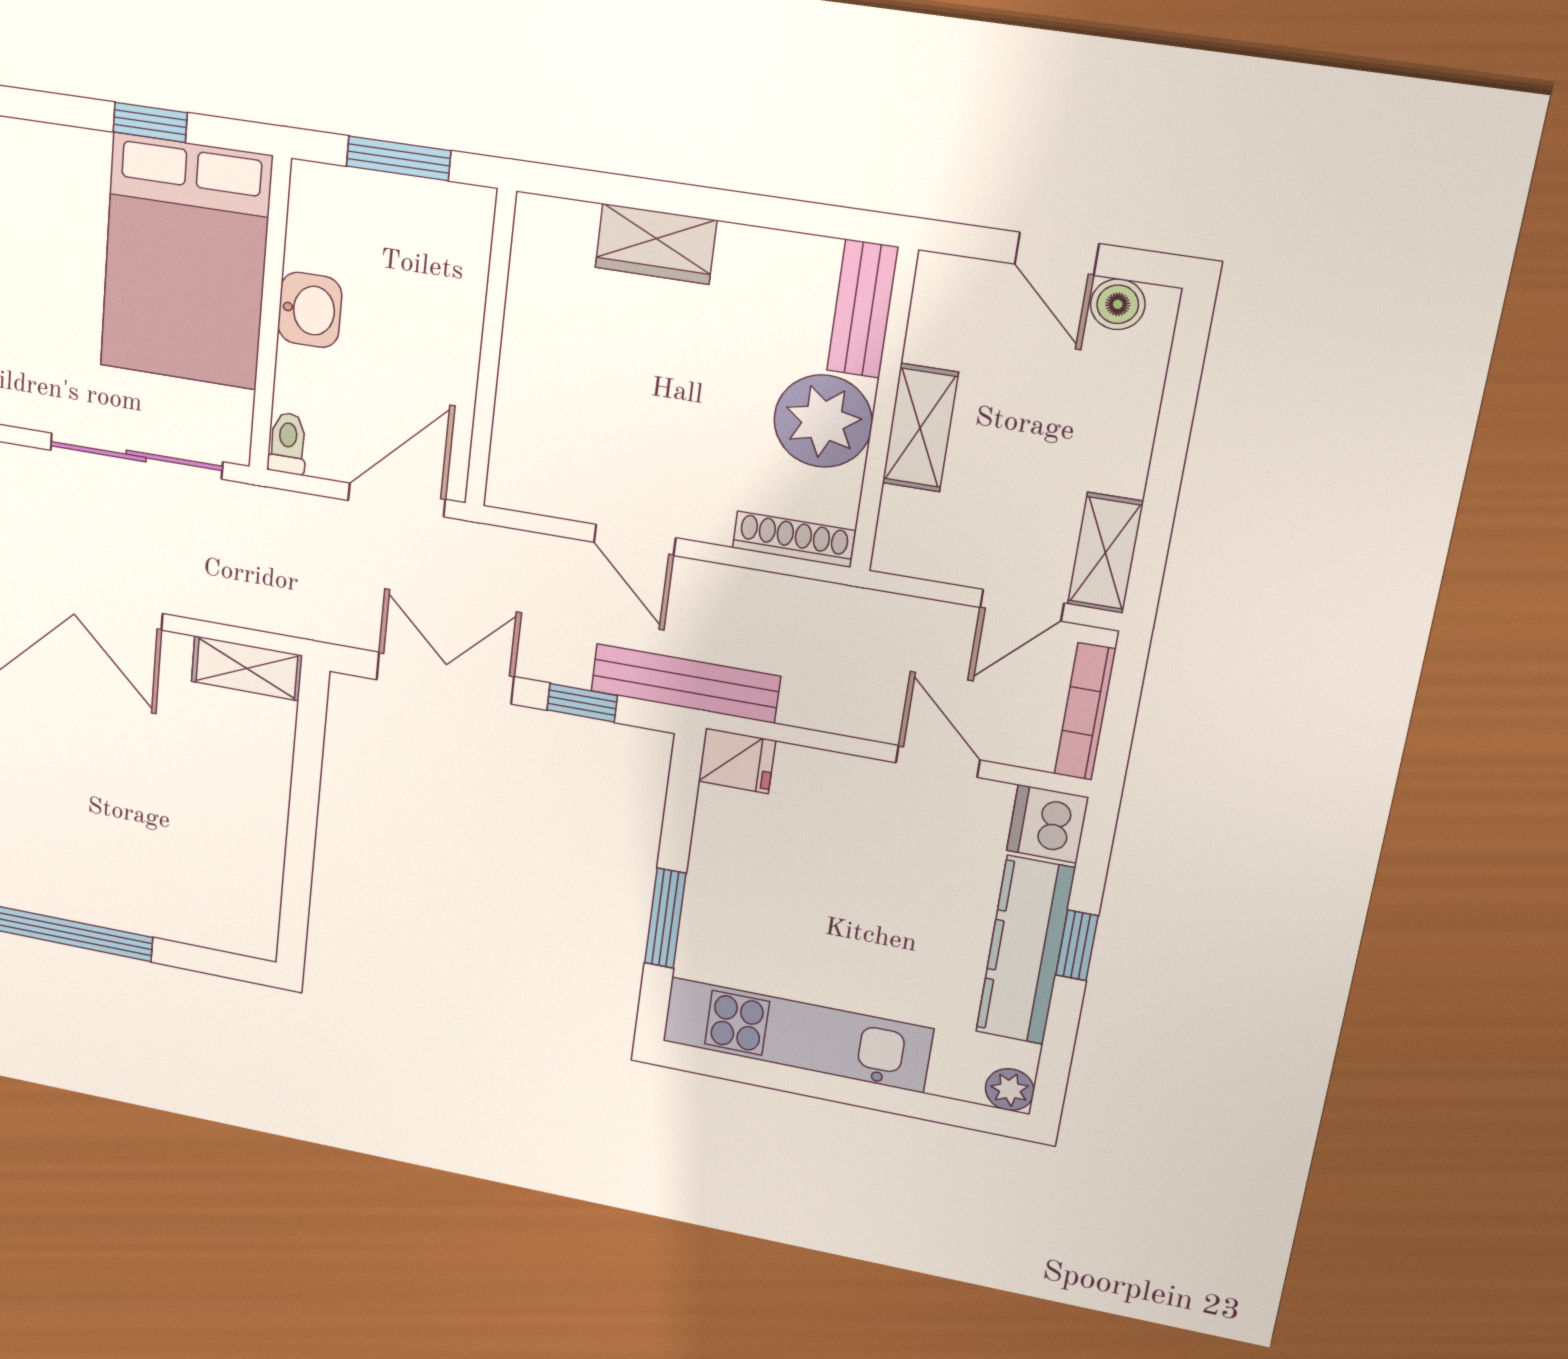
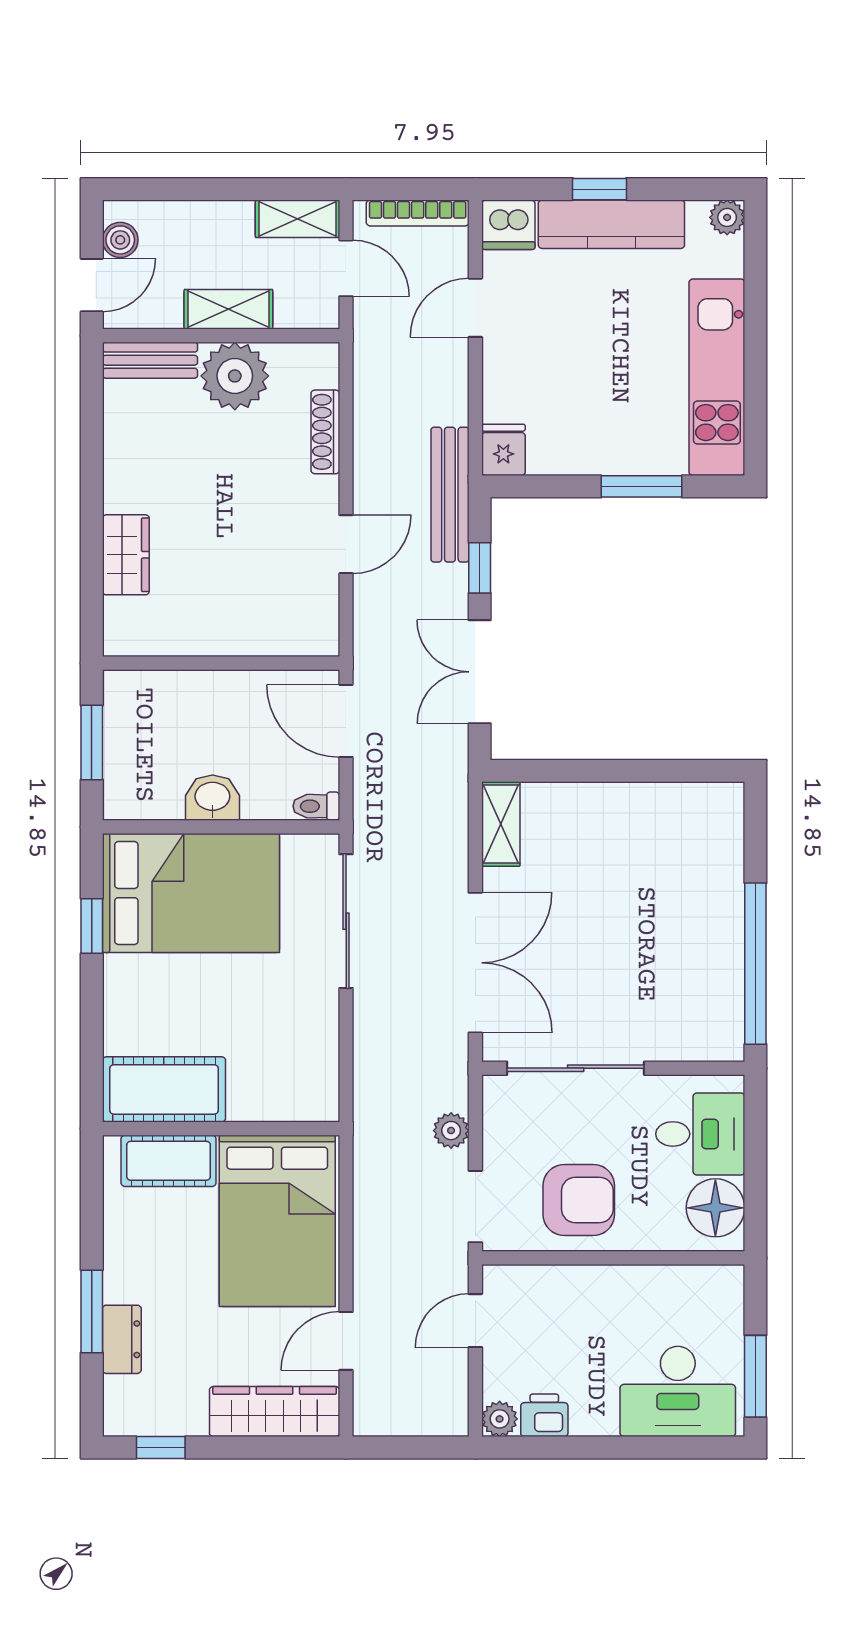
bench: (863, 309) -> (150, 360), moved
wall: (884, 412) -> (221, 336), moved
plant: (823, 421) -> (235, 376), moved
shelving: (920, 428) -> (228, 309), moved

